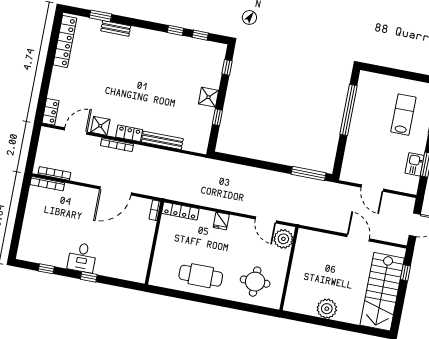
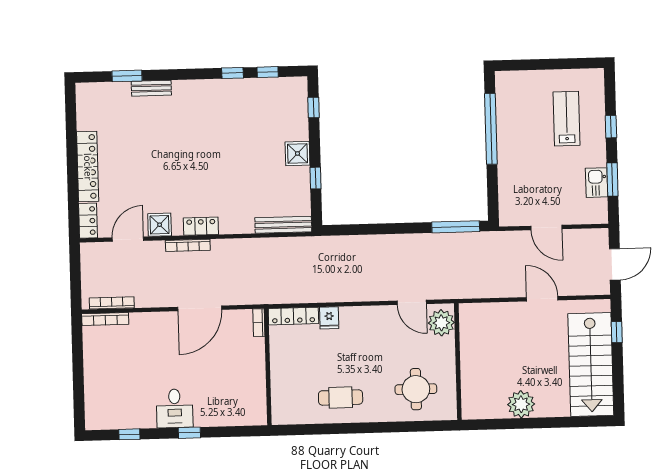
locker: (65, 42) -> (88, 167), moved
bench: (162, 140) -> (283, 225), moved
fridge: (221, 221) -> (329, 318), moved
cafe table: (201, 276) -> (341, 398), width x0.73, depth x0.74

